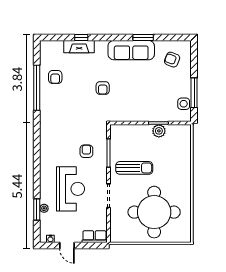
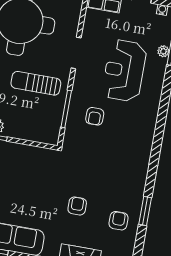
window: (37, 88) -> (145, 211), width x0.47
armchair: (103, 88) -> (77, 206), moved

